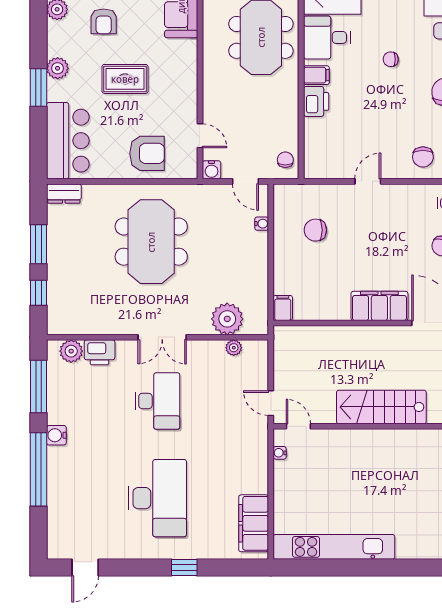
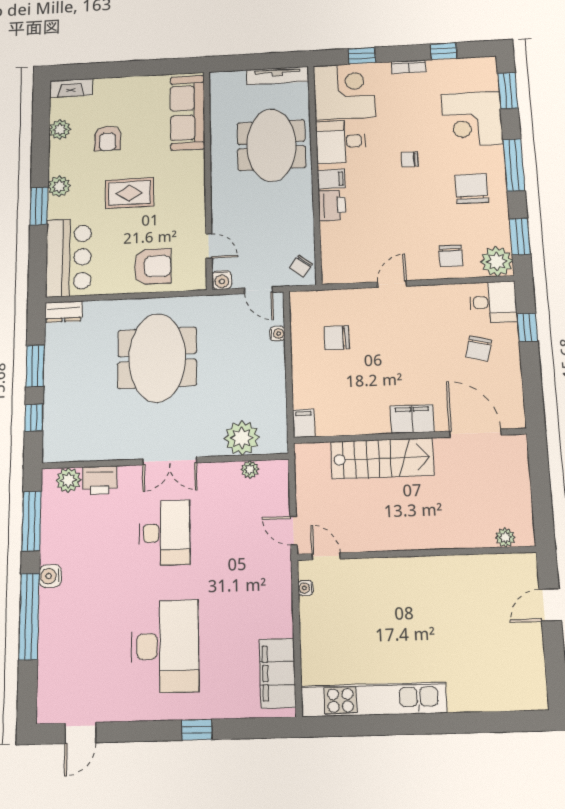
chair: (285, 160) -> (301, 266), turned -144
filing cabinet: (379, 306) -> (412, 419), width x0.67, depth x0.86
stairs: (381, 407) -> (382, 458), moved, turned 180

